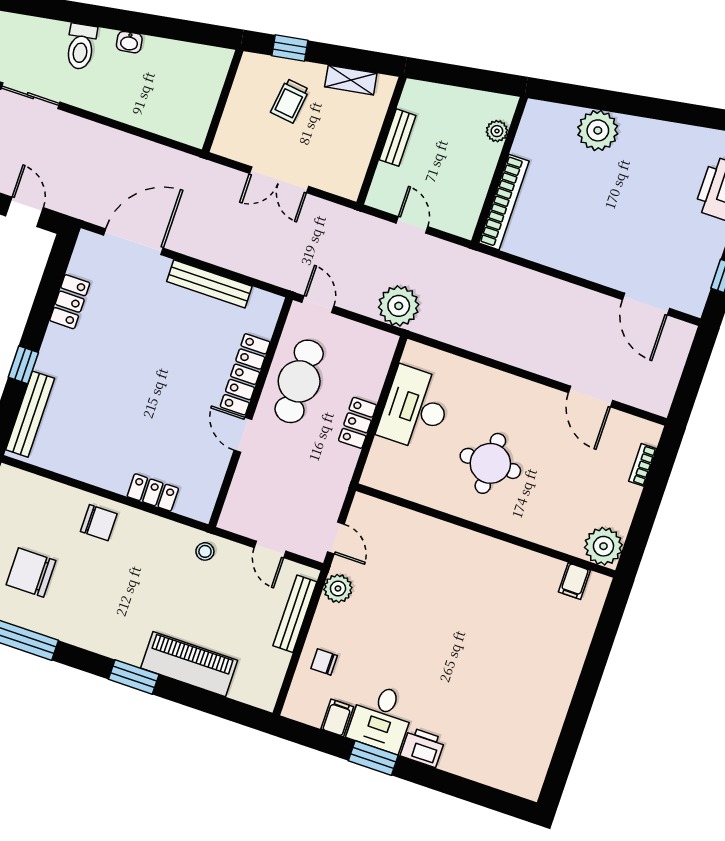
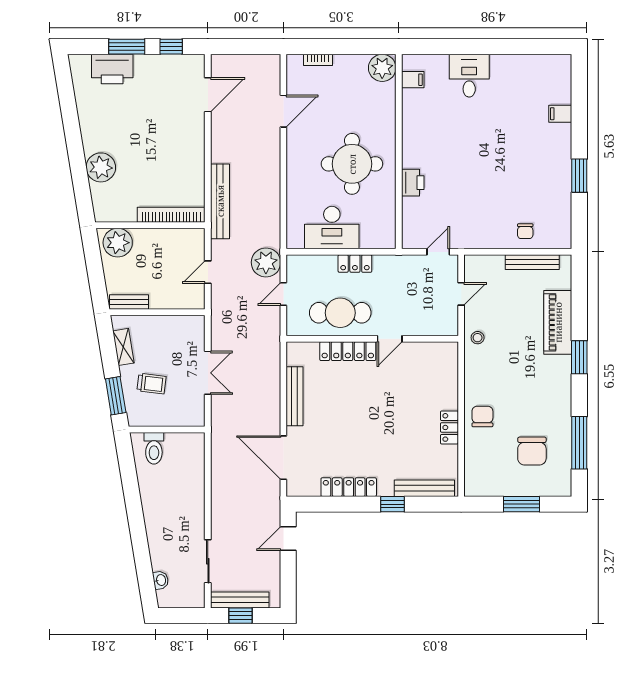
washbasin: (129, 42) -> (161, 580), moved
toilet: (81, 47) -> (154, 448), moved, turned 99
window: (290, 48) -> (116, 396), width x1.50
plant: (497, 131) -> (118, 243), width x1.88, depth x1.88
bench: (397, 138) -> (129, 302), moved
bench: (500, 272) -> (220, 201), added
locker: (70, 302) -> (349, 487), width x1.53
door: (318, 304) -> (283, 294), moved
round table: (490, 463) -> (352, 164), width x1.36, depth x1.36
locker: (153, 492) -> (449, 427), moved
plant: (338, 589) -> (472, 239), removed
bench: (295, 614) -> (532, 262), moved
filing cabinet: (337, 718) -> (560, 114), moved
desk: (381, 718) -> (469, 76), moved, turned -90
printer: (423, 747) -> (413, 183), moved, turned 180

